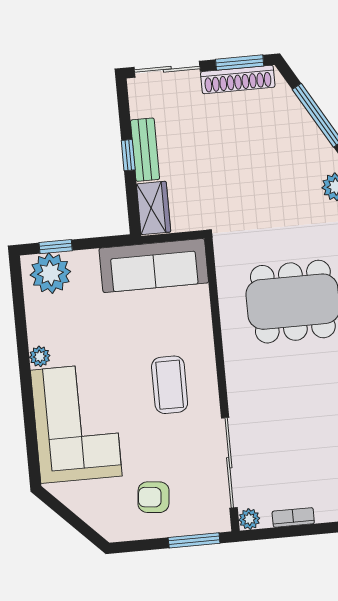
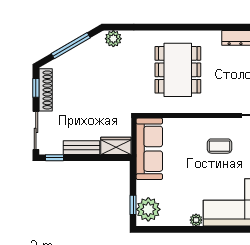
window: (240, 63) -> (36, 88), width x0.67
window: (128, 155) -> (54, 158), moved
coffee table: (170, 385) -> (220, 146), width x0.73, depth x0.77

